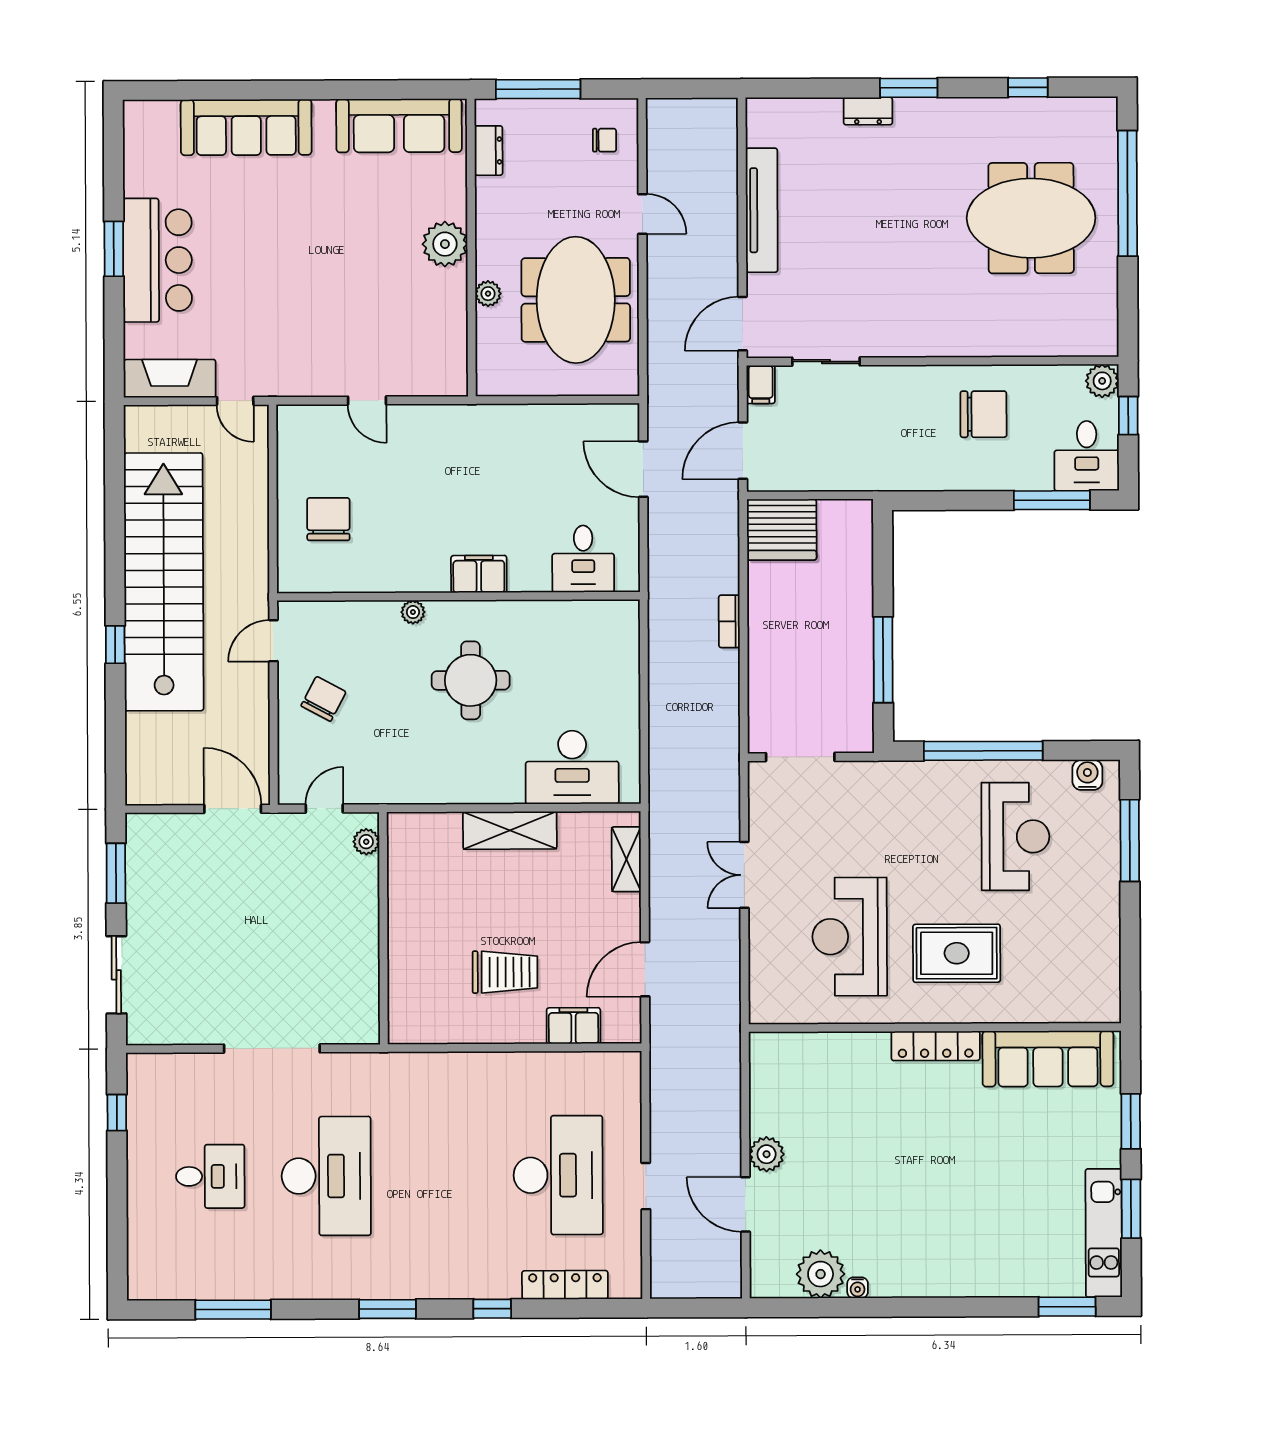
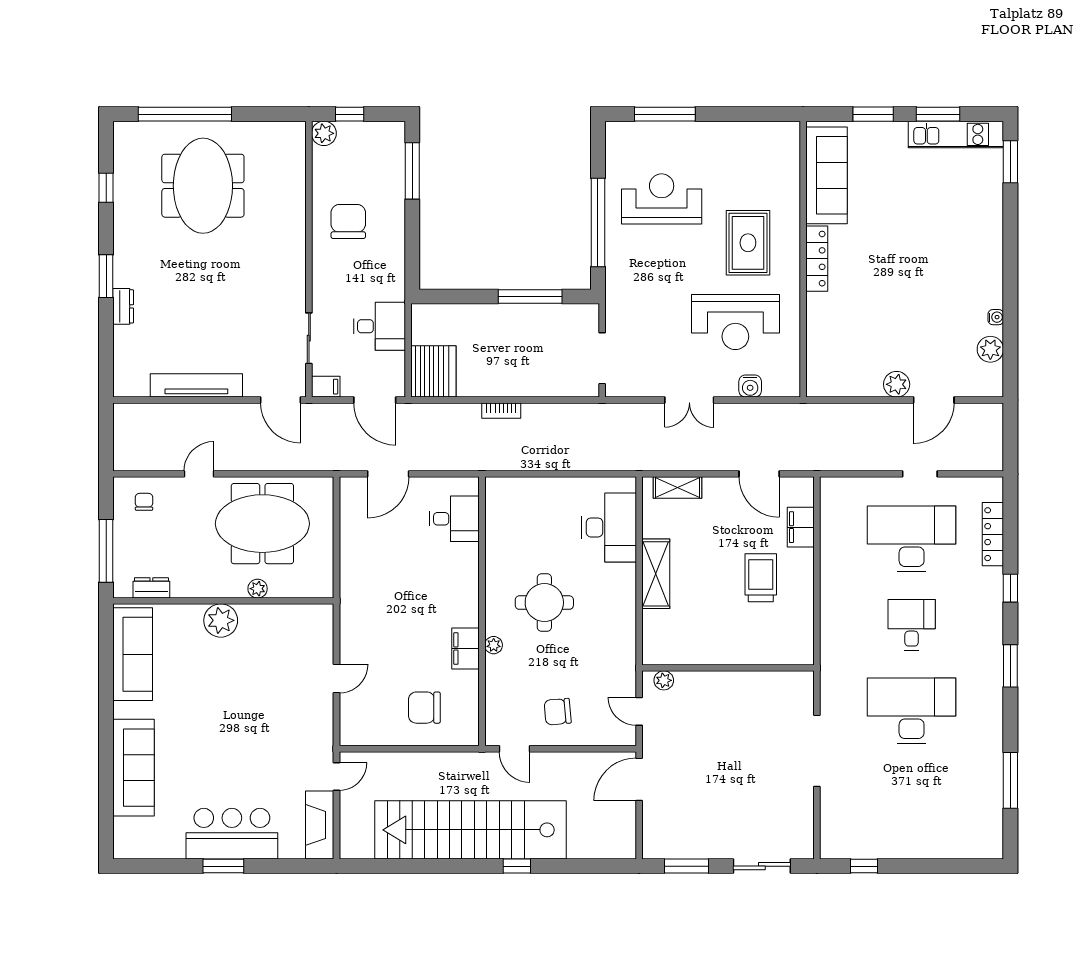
desk: (1087, 456) -> (379, 326), moved
filing cabinet: (479, 574) -> (465, 649), moved
chair: (323, 699) -> (558, 712), turned -33
water cooler: (1087, 775) -> (750, 386), moved, turned -90
desk: (210, 1176) -> (912, 625), moved
plant: (821, 1274) -> (990, 349), width x0.73, depth x0.73

